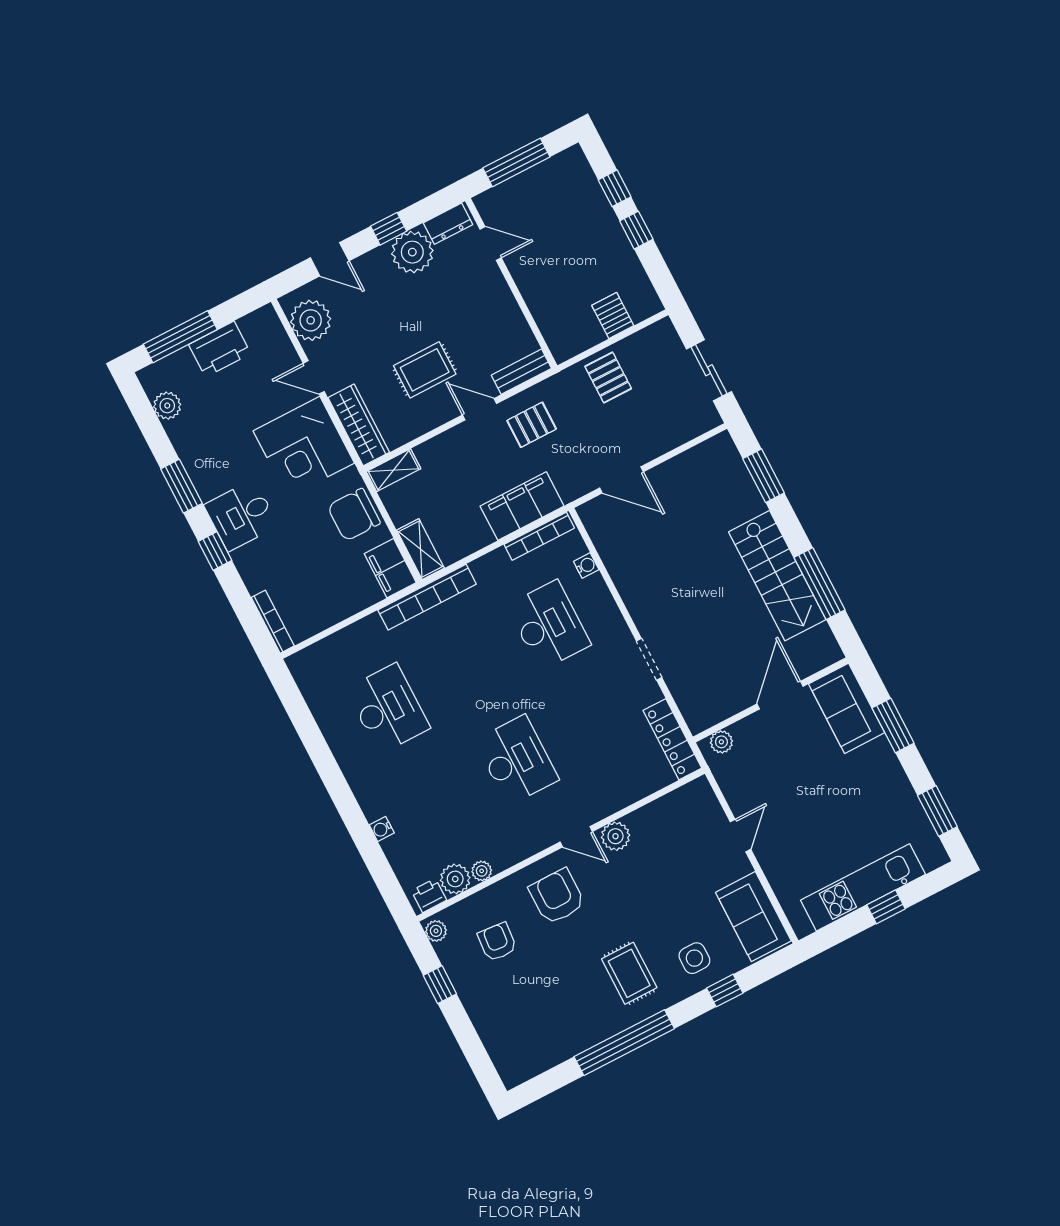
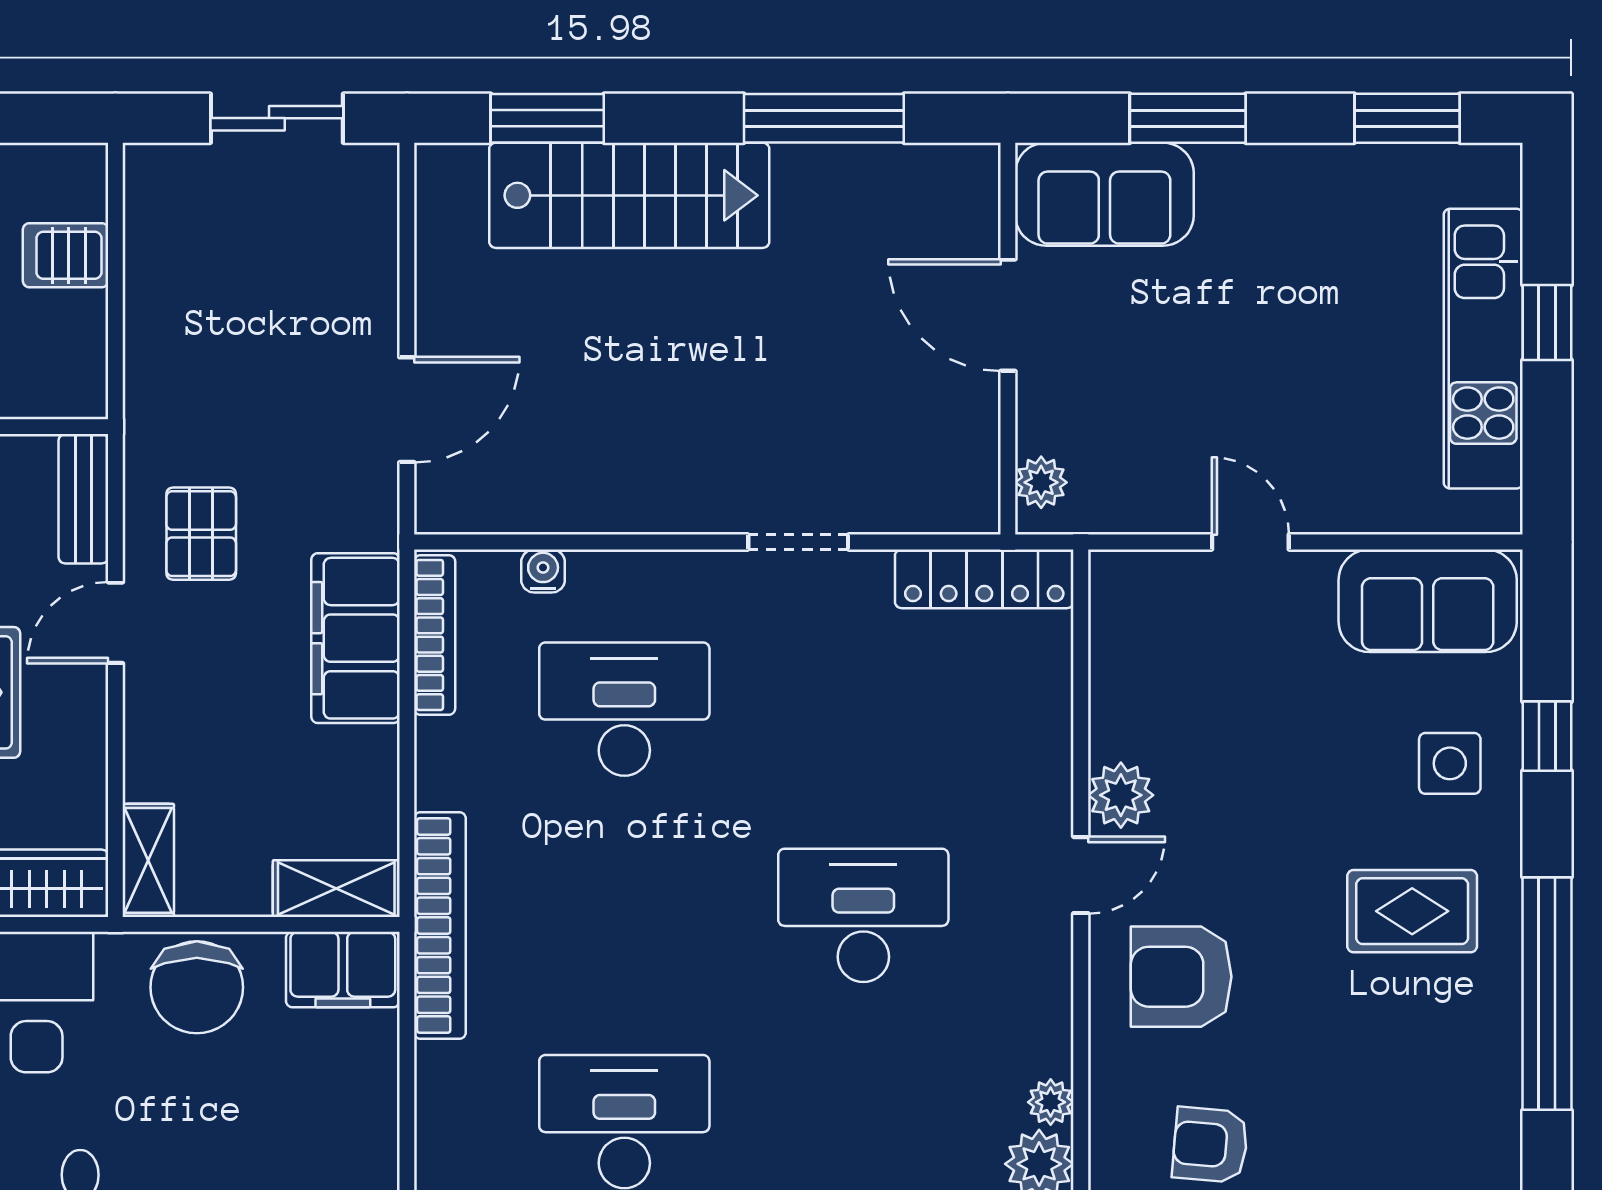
pallet: (608, 378) -> (186, 329), removed
stairs: (777, 576) -> (629, 195), moved

